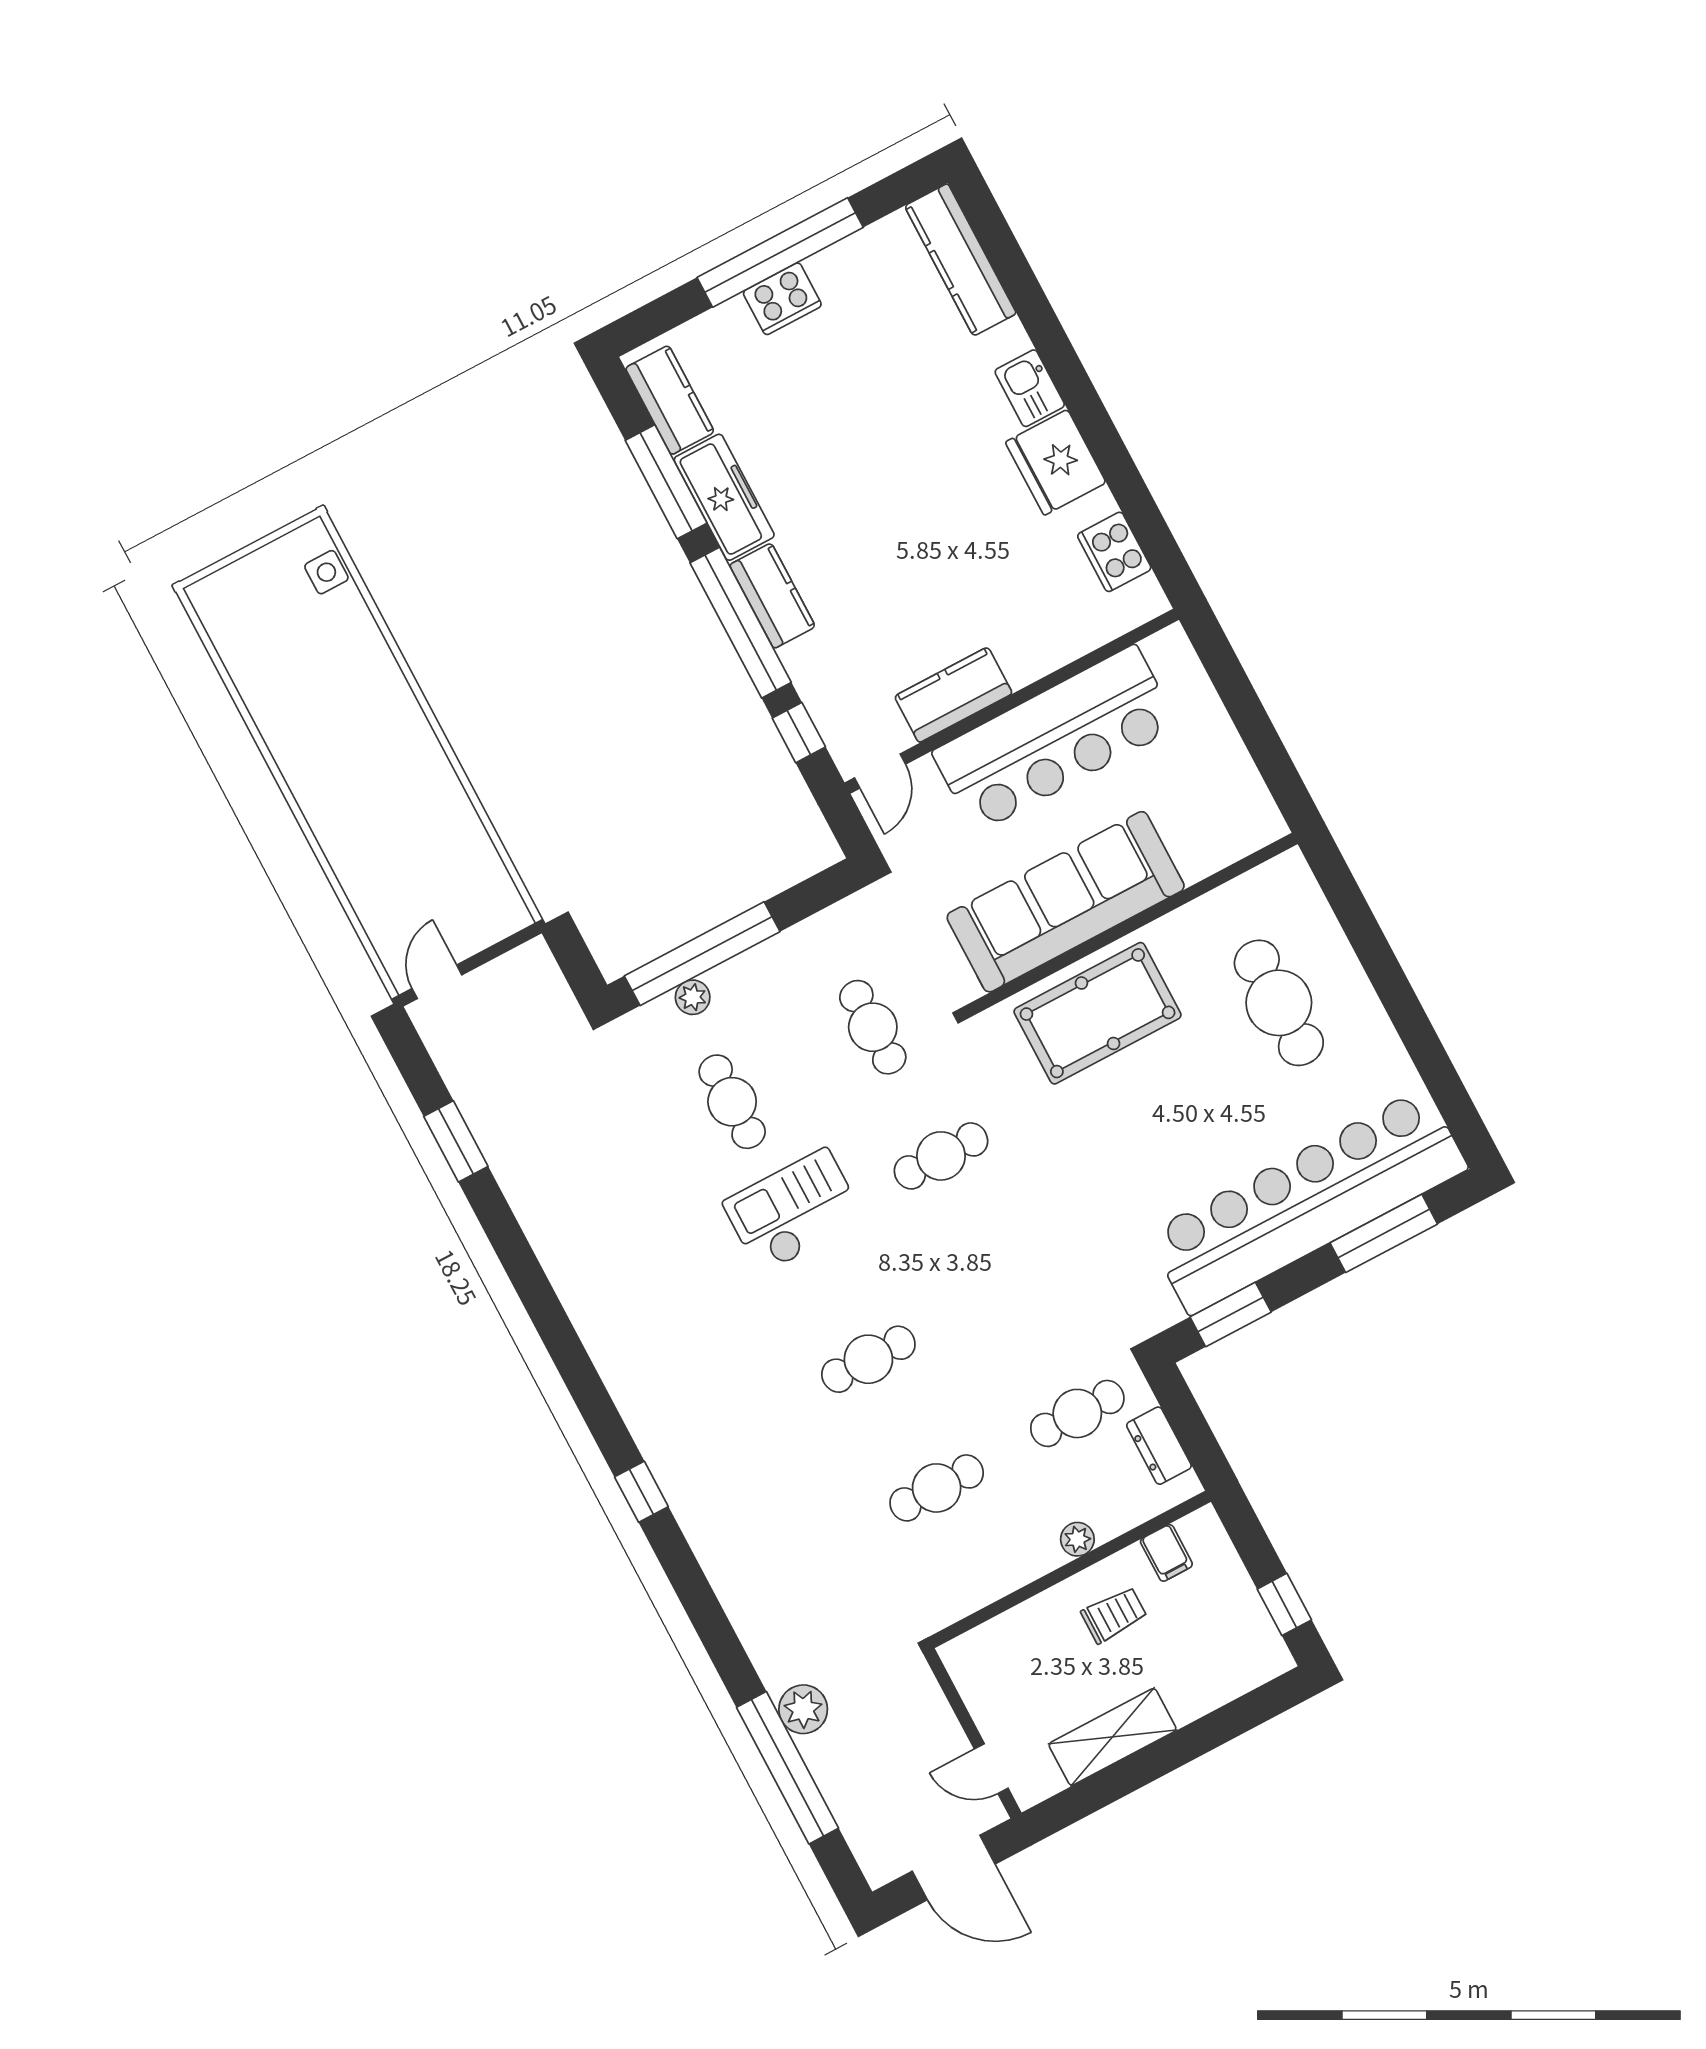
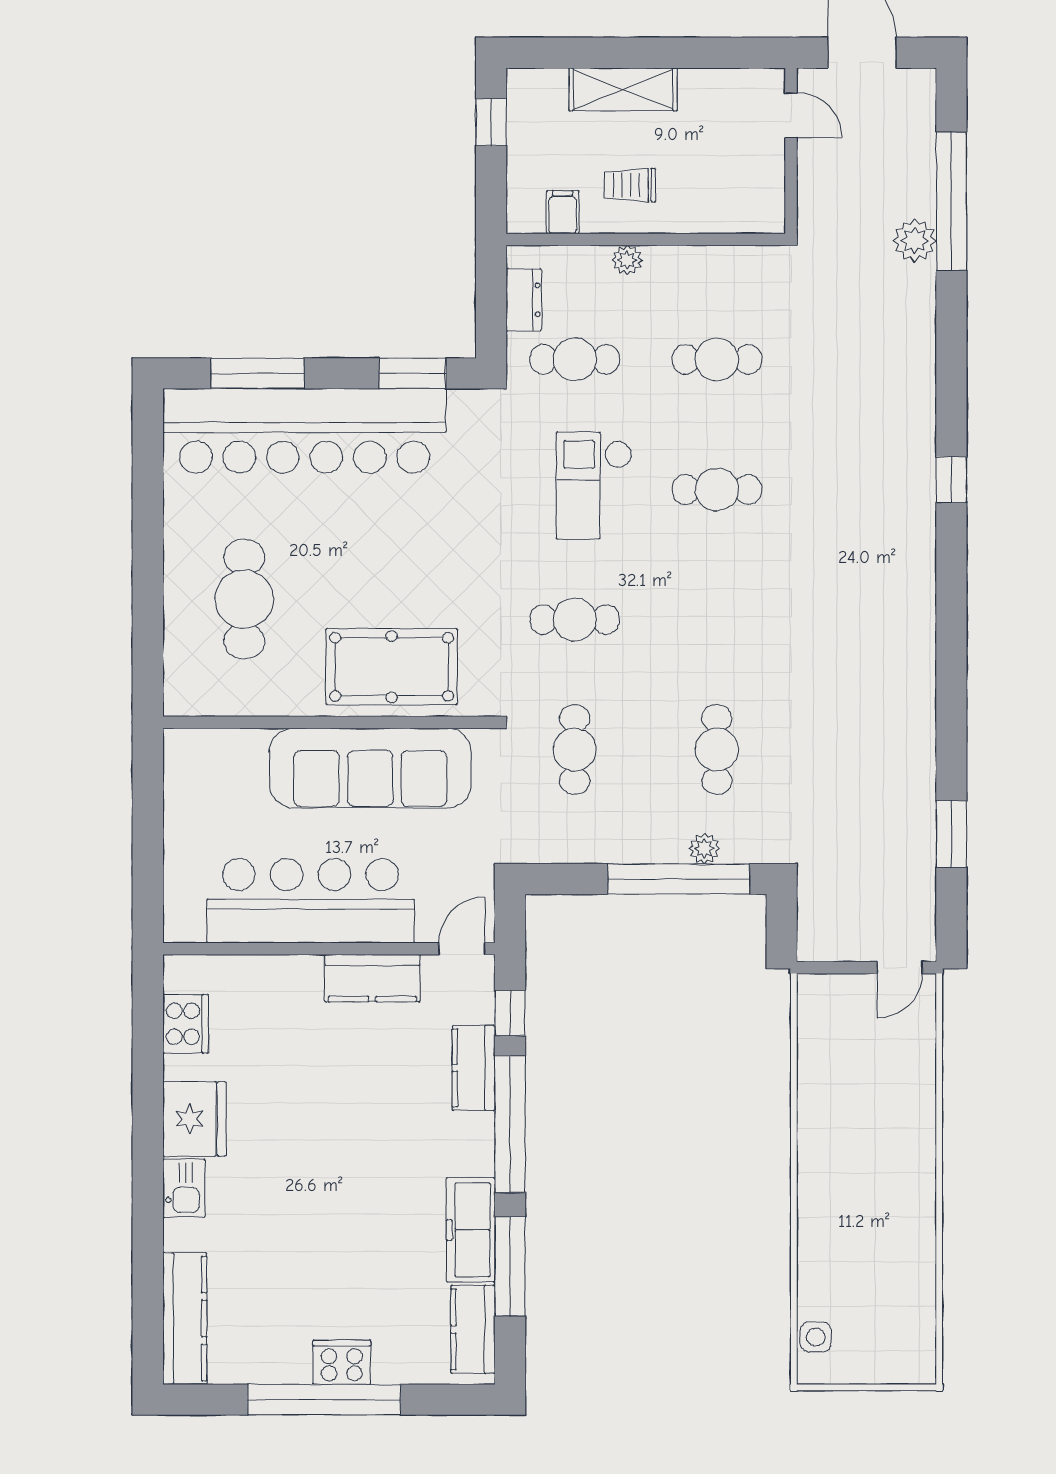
kitchen counter: (772, 596) -> (474, 1068), moved
checkout: (794, 1211) -> (594, 486), moved, turned 90
shelving: (1113, 1737) -> (623, 89), moved

